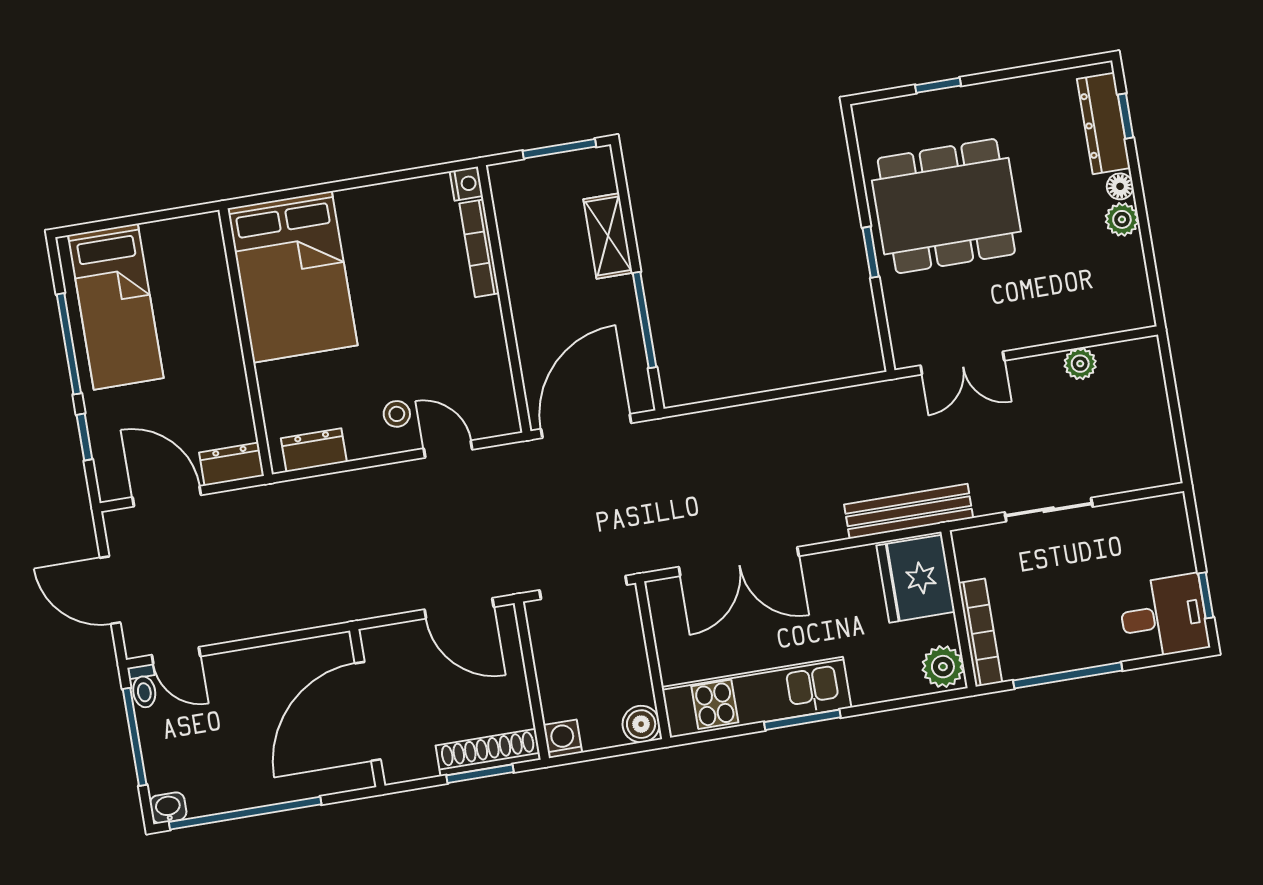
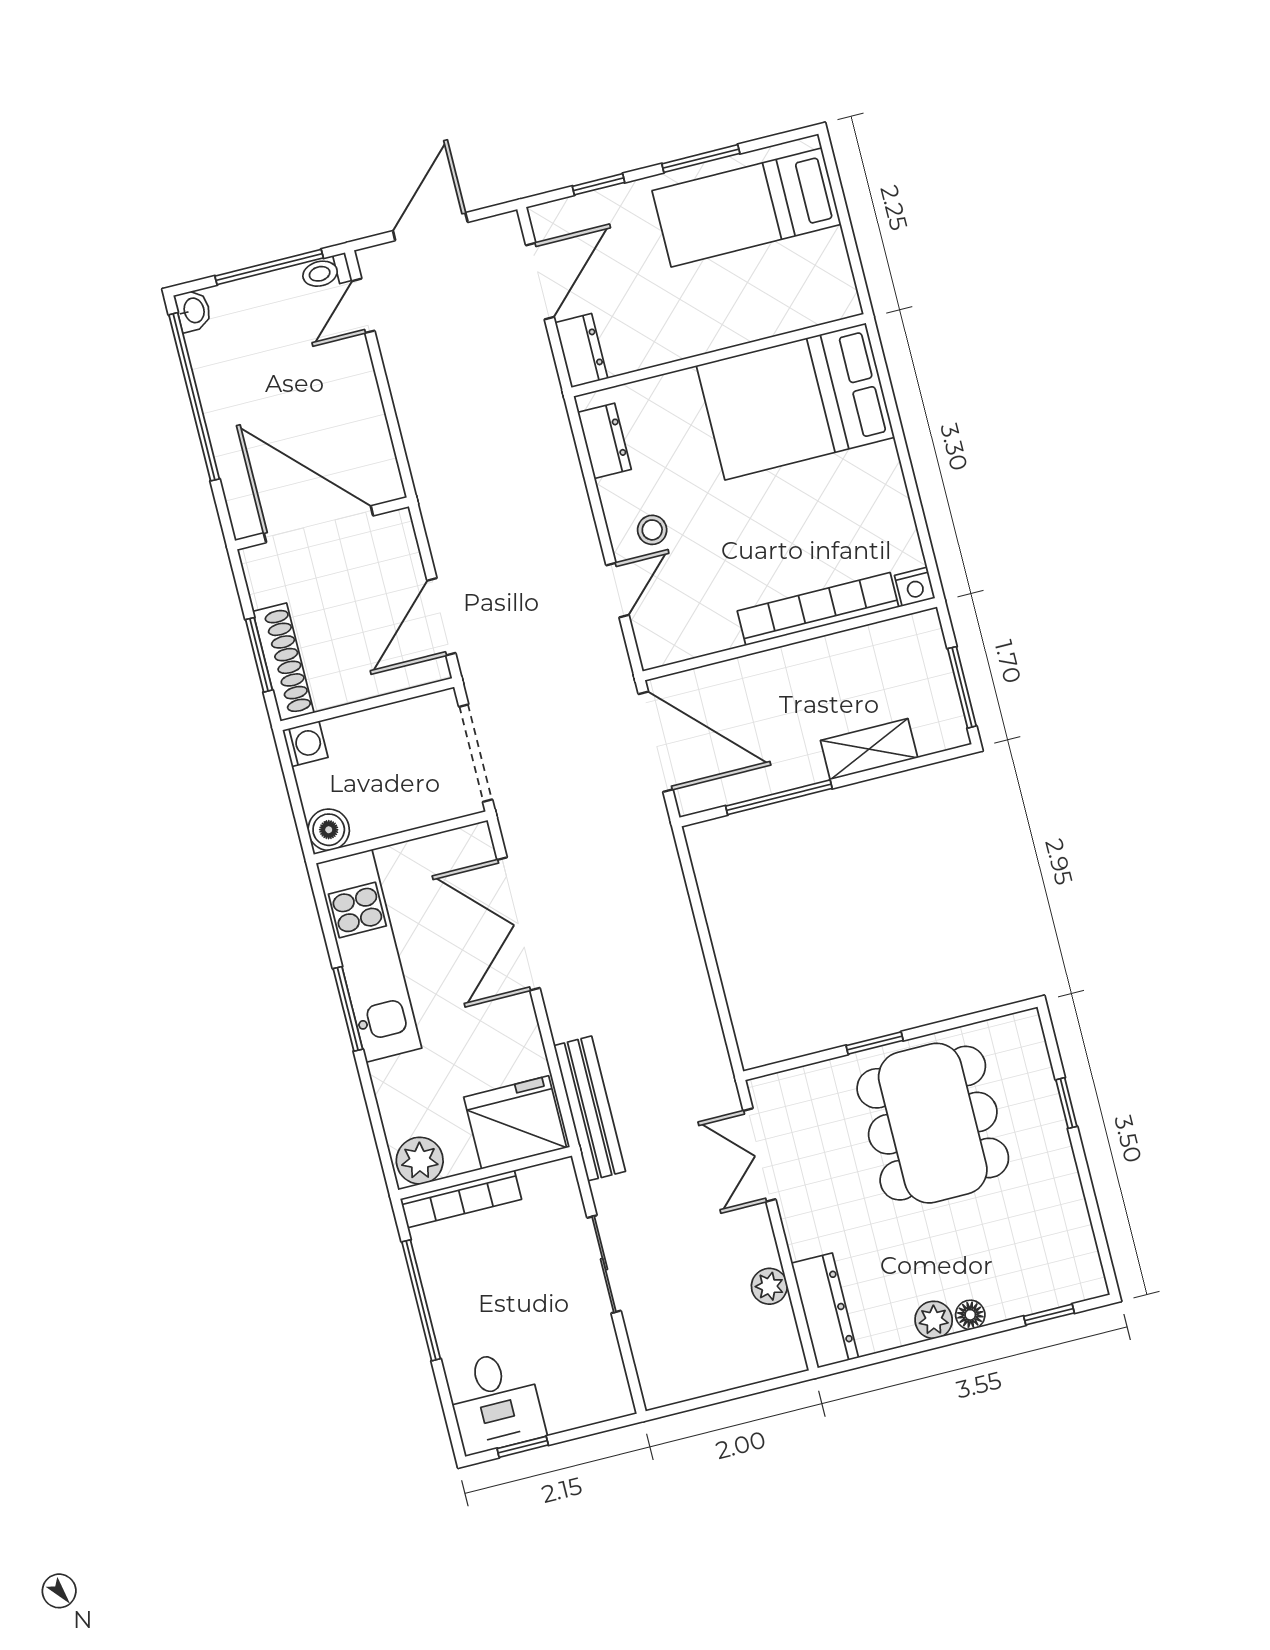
dresser: (1104, 124) -> (825, 1311), moved, turned 90
bookcase: (479, 248) -> (818, 609), width x1.48, depth x1.31
window: (69, 344) -> (701, 159), width x0.69

